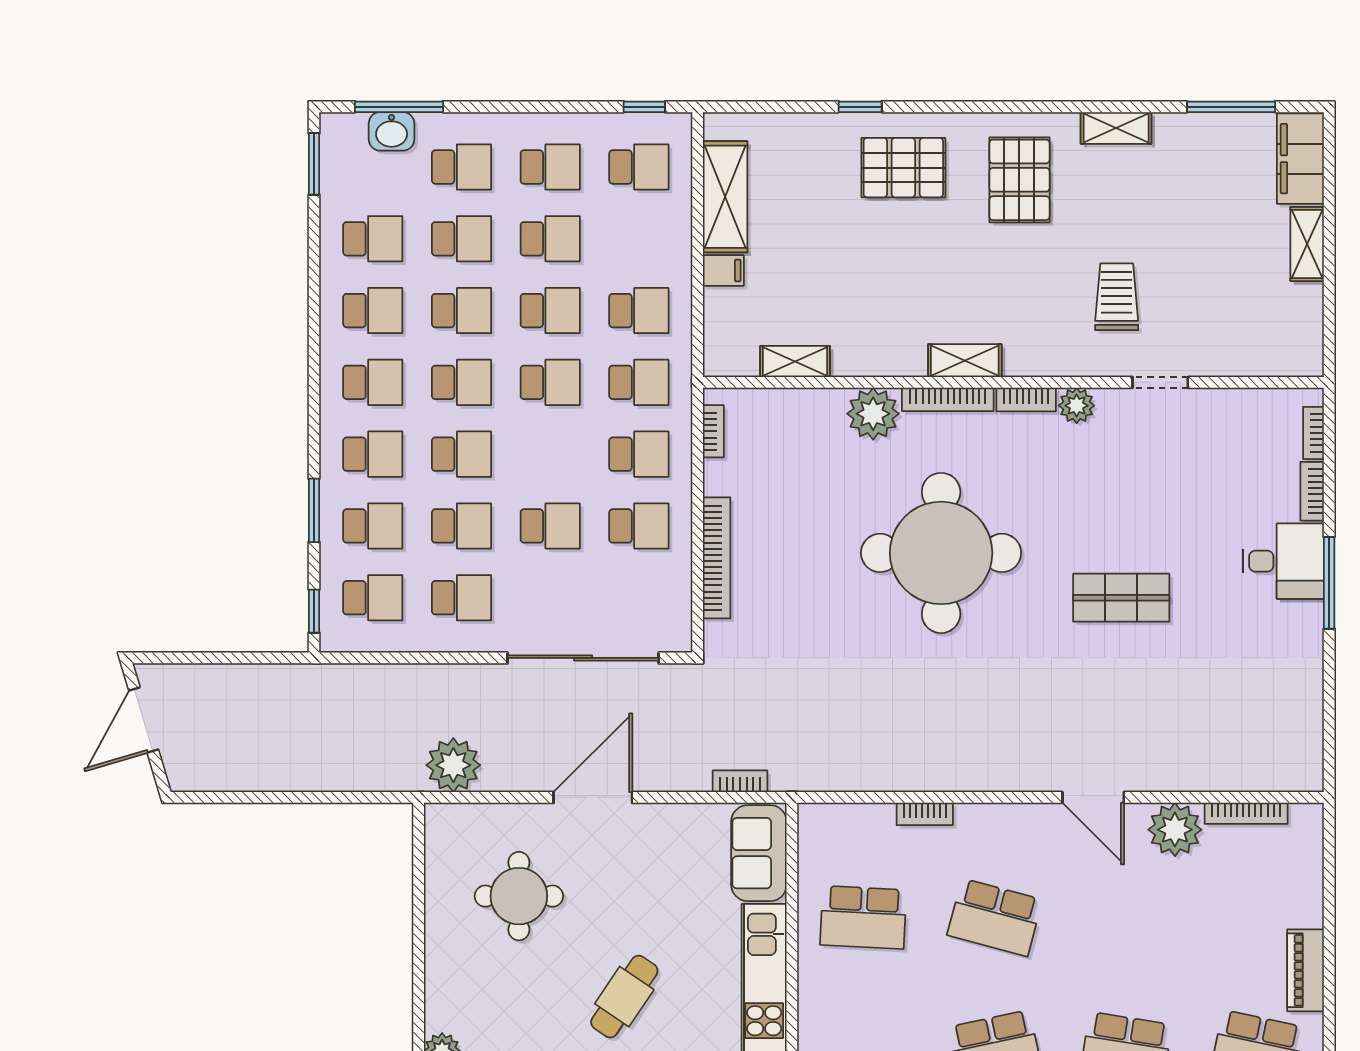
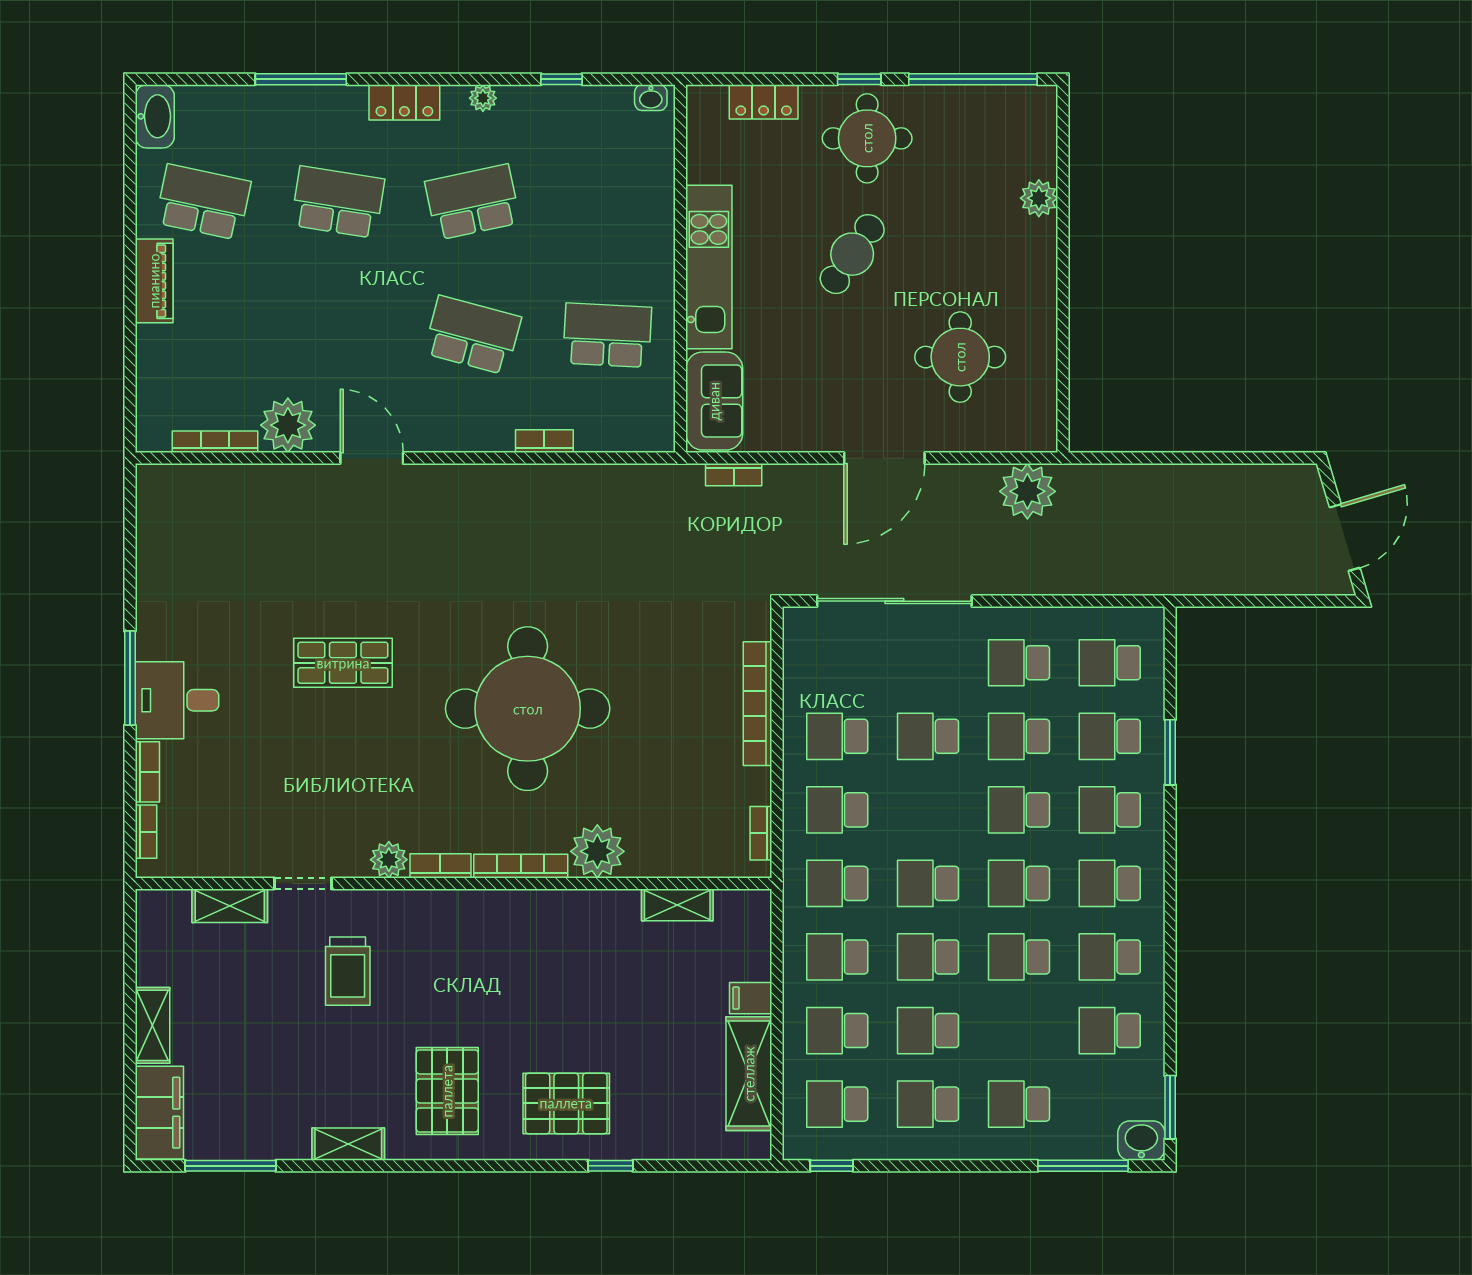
washbasin: (392, 131) -> (1141, 1141), moved
school desk: (462, 239) -> (837, 1031), moved
shelving: (965, 361) -> (230, 906), moved
window: (314, 611) -> (1170, 649), removed

